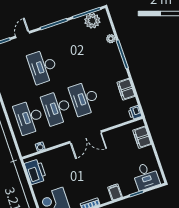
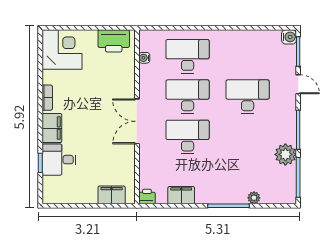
plant: (92, 21) -> (285, 154), moved
desk: (146, 176) -> (59, 160), moved
filing cabinet: (115, 192) -> (52, 128), width x2.00

